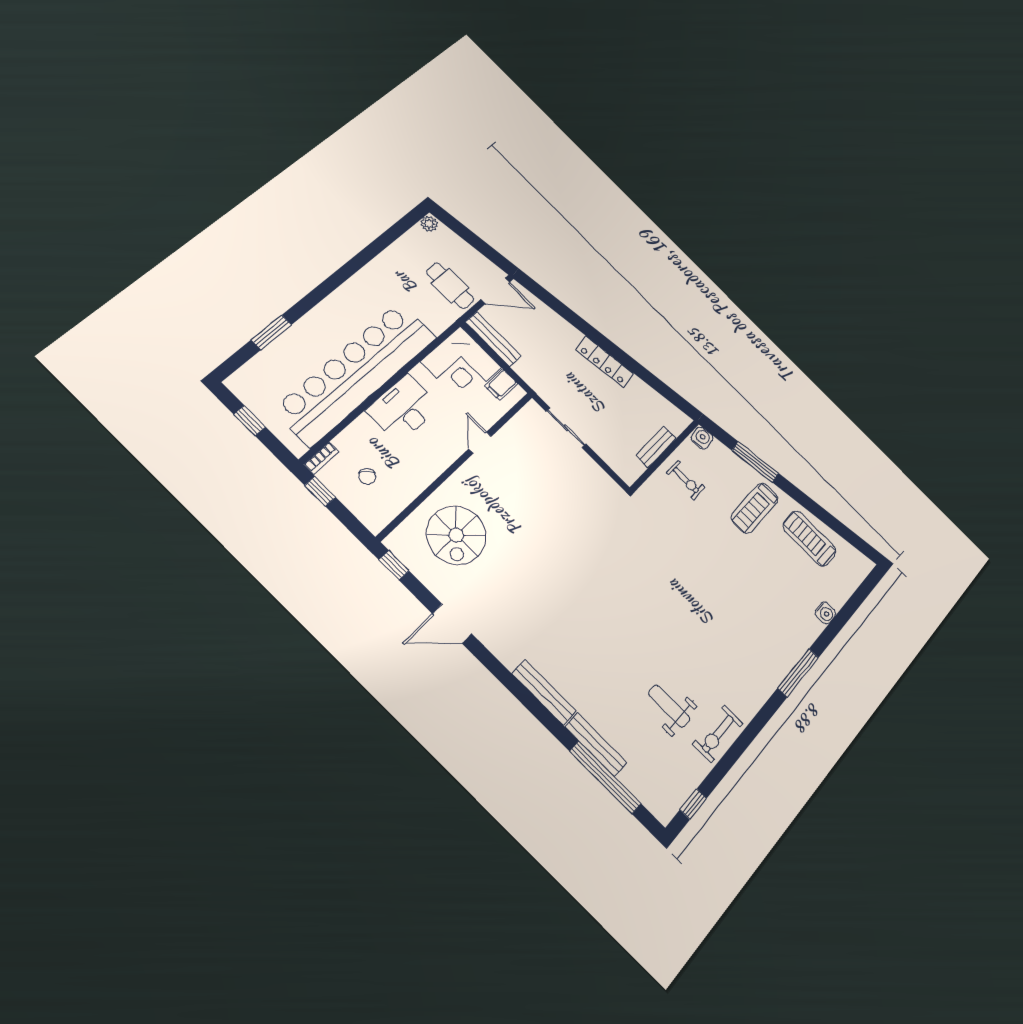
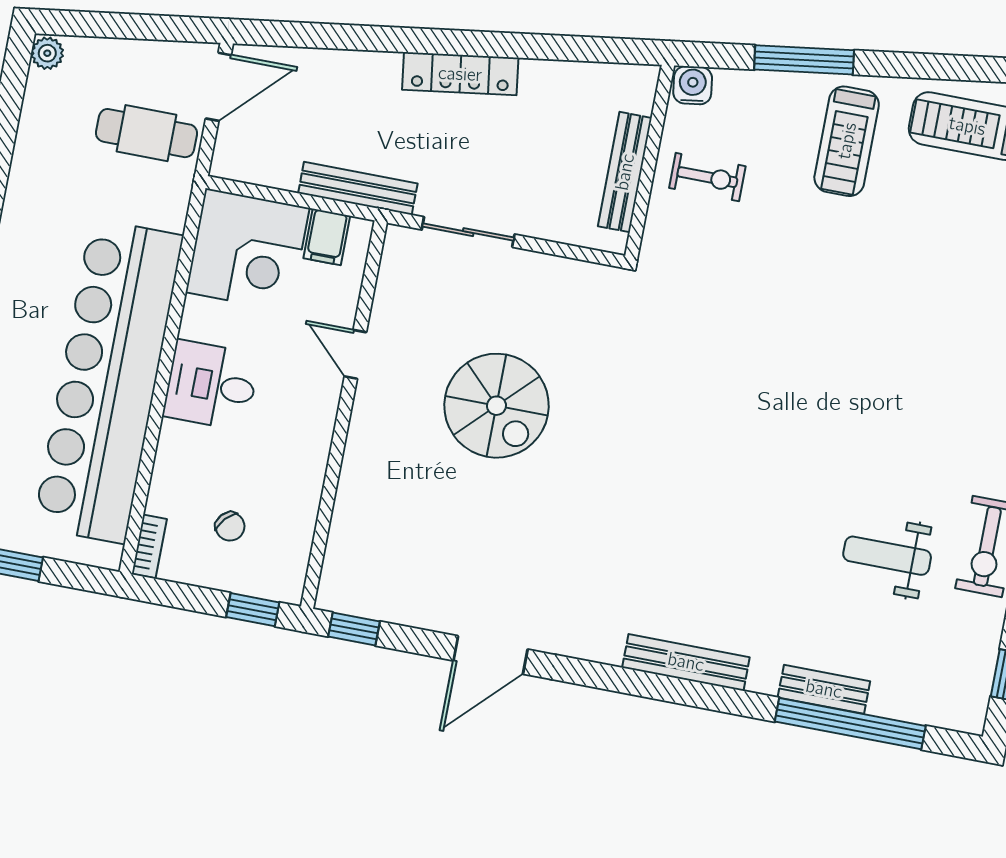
bench: (493, 339) -> (358, 188), moved
desk: (403, 409) -> (211, 385), width x0.73
bench: (656, 447) -> (625, 172), width x1.36
window: (320, 491) -> (253, 610), moved
spiral stairs: (456, 535) -> (496, 406), moved
bench: (596, 745) -> (824, 689), width x0.73

